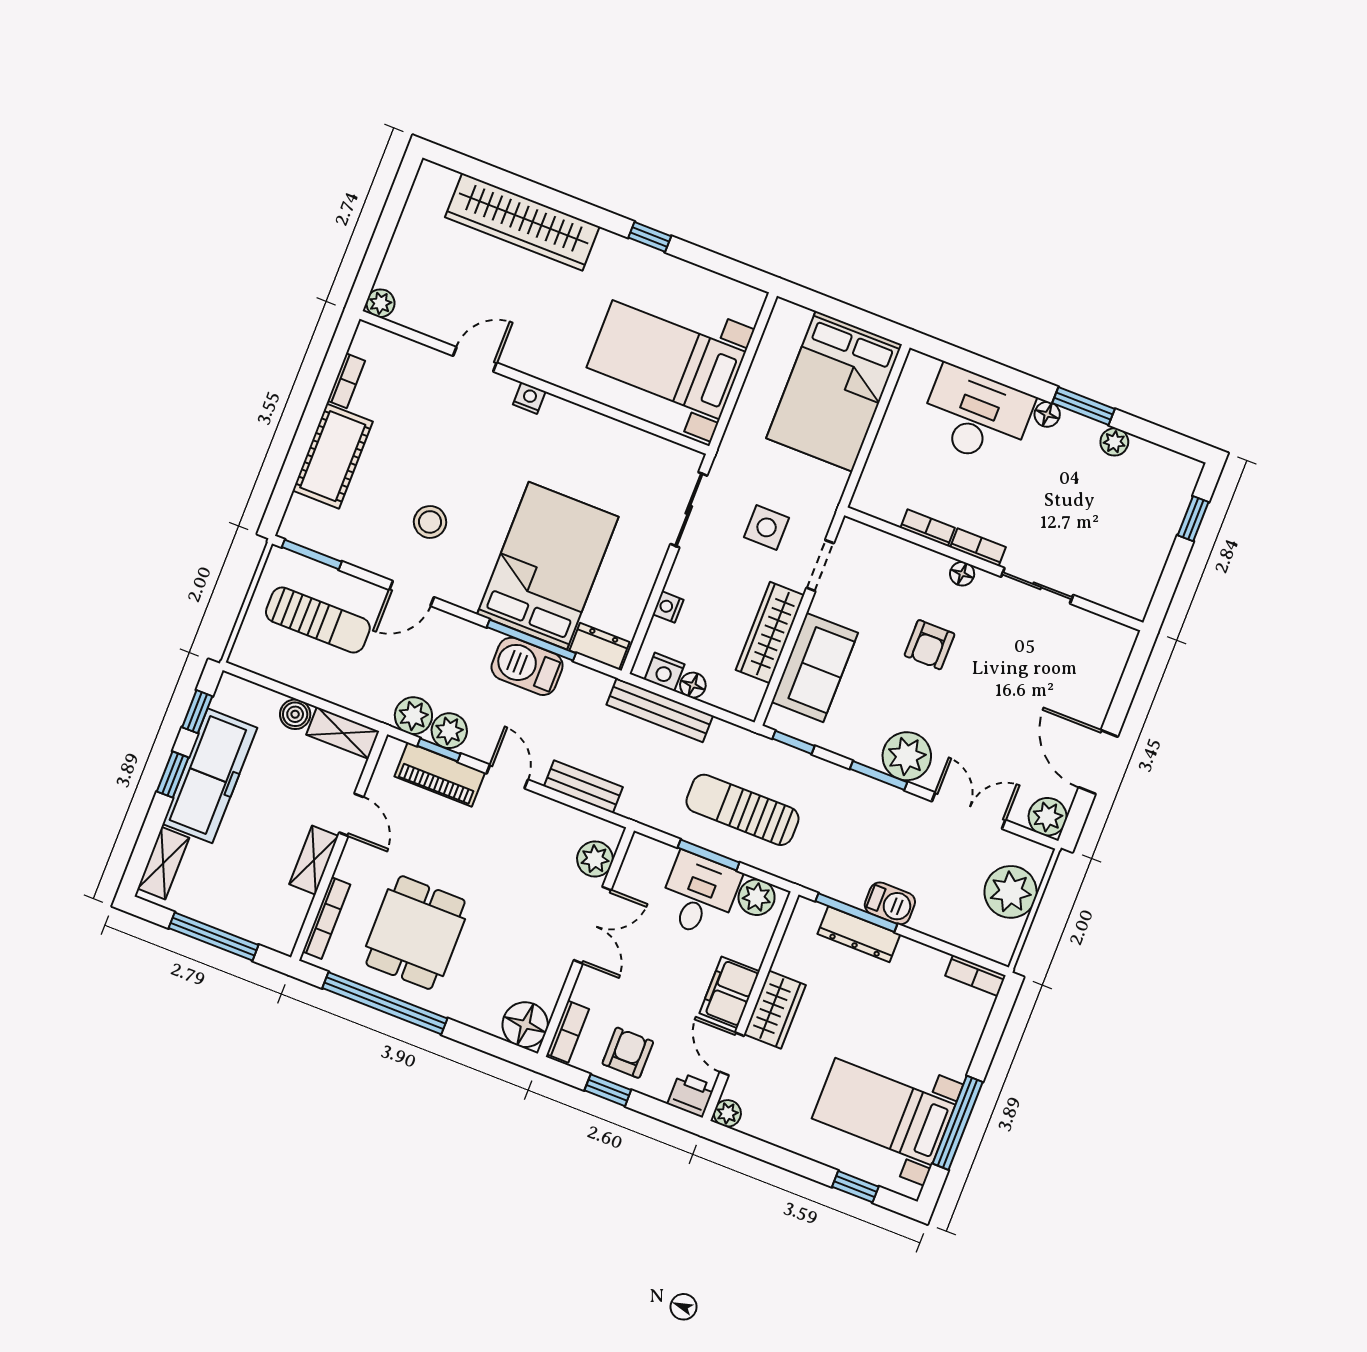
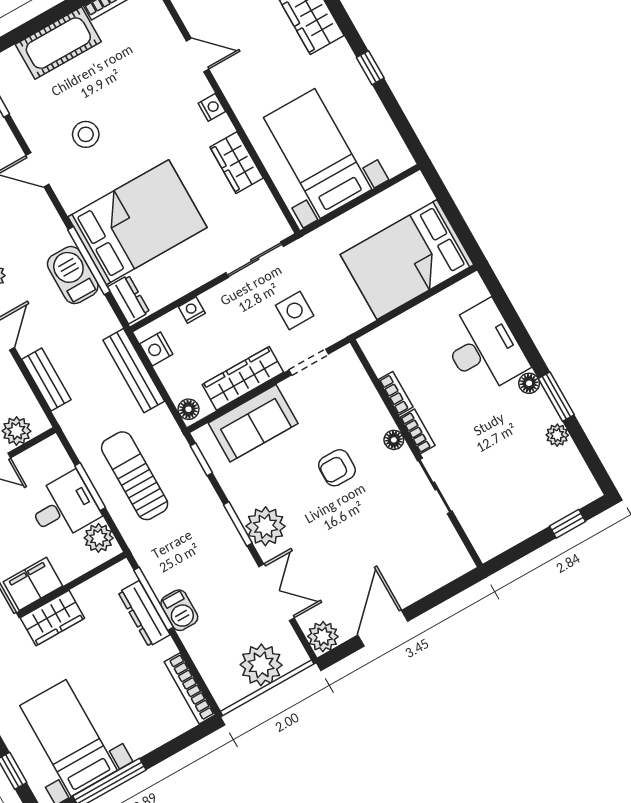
wardrobe: (596, 431) -> (237, 163), added
floor lamp: (693, 685) -> (189, 409), moved
bookcase: (975, 976) -> (190, 688), width x1.56

